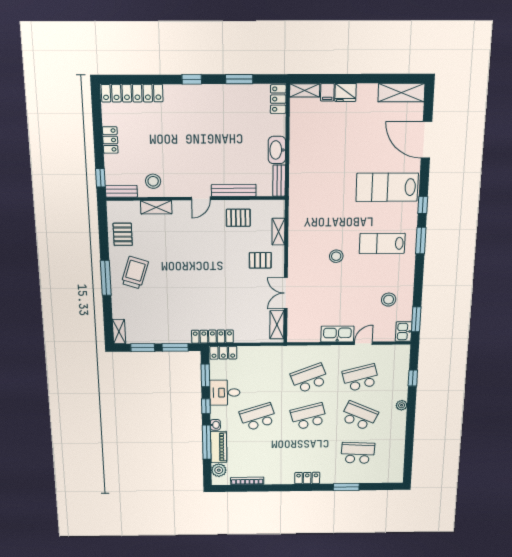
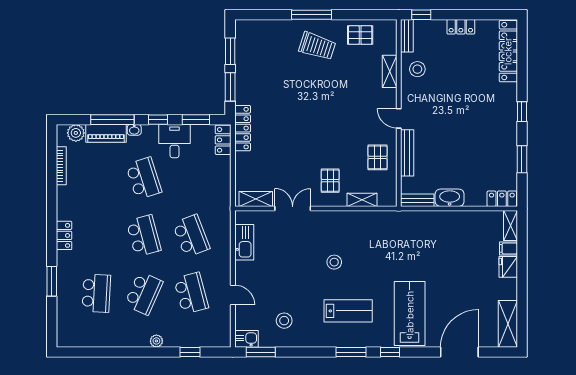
lab bench: (382, 243) -> (348, 311), turned 90
shelving: (119, 332) -> (249, 26), removed
kitchen sink: (337, 334) -> (244, 242), moved

